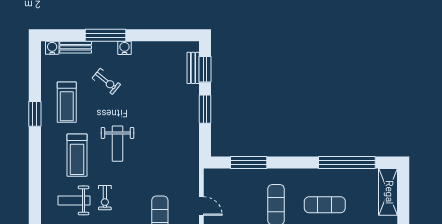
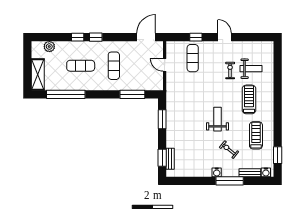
window: (205, 109) -> (162, 119), moved
window: (35, 114) -> (278, 155), moved
weight bench: (117, 144) -> (217, 119), moved

